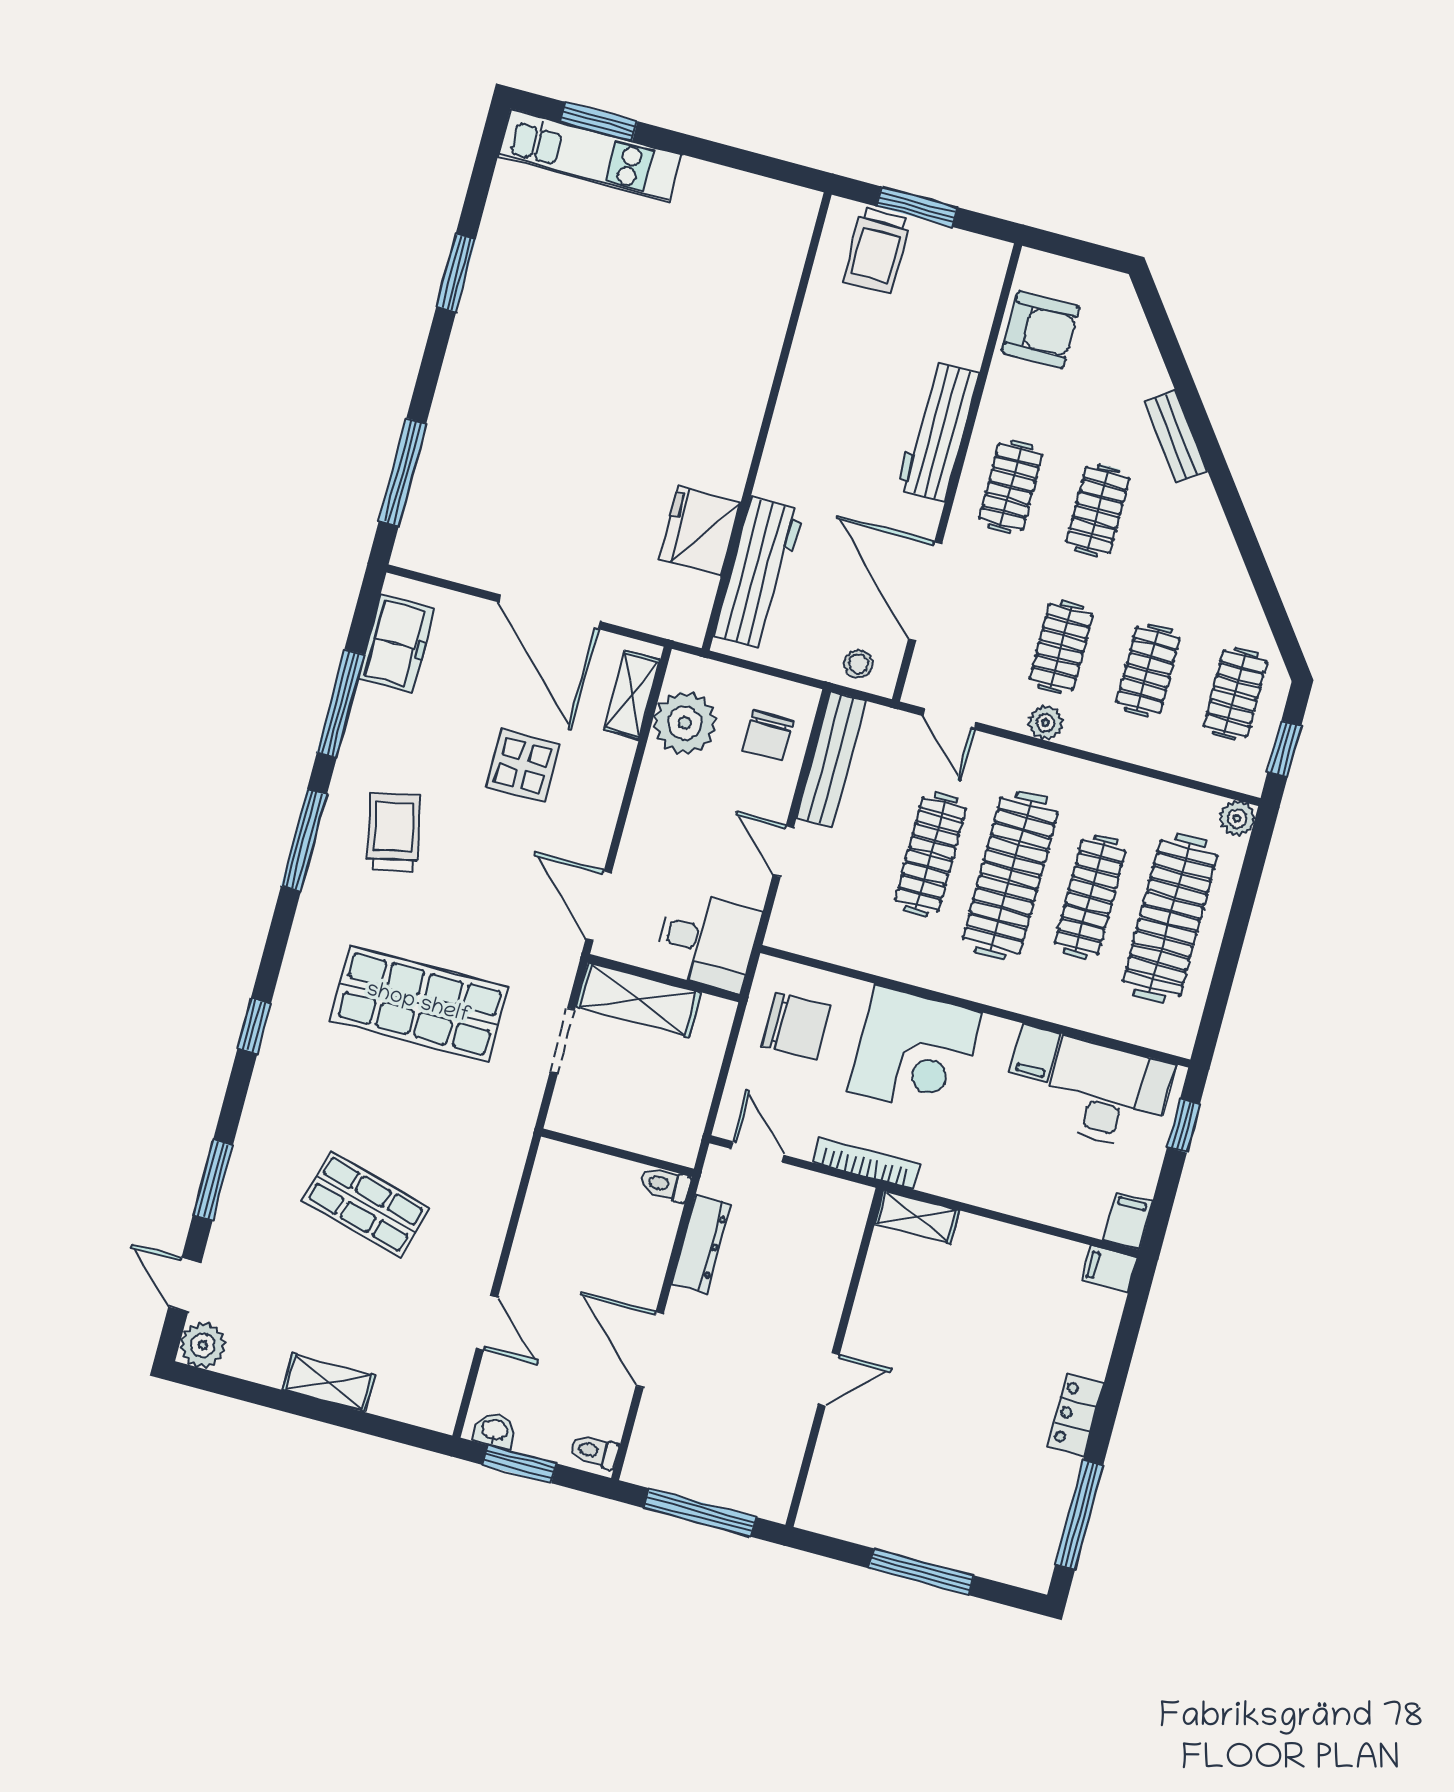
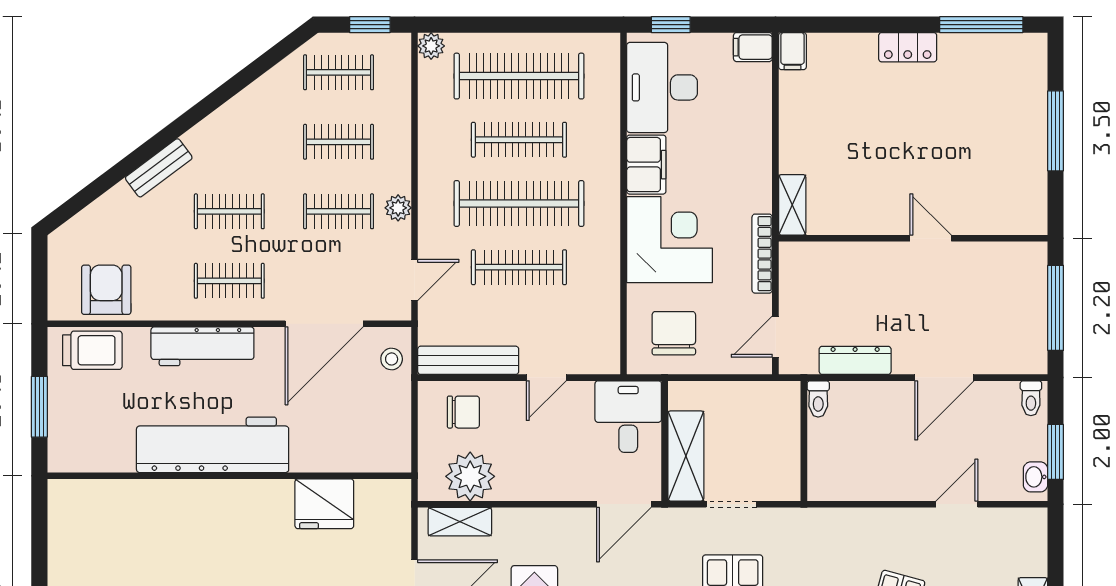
trolley: (877, 250) -> (92, 350), moved
workbench: (758, 573) -> (213, 445), moved, width x1.36, depth x1.32
filing cabinet: (1035, 1053) -> (646, 165), width x2.00

